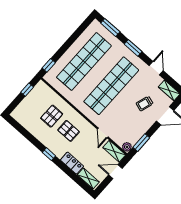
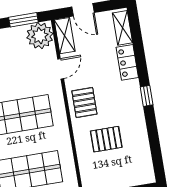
pallet: (68, 131) -> (84, 103), moved
plant: (127, 147) -> (40, 36), width x1.87, depth x1.87

